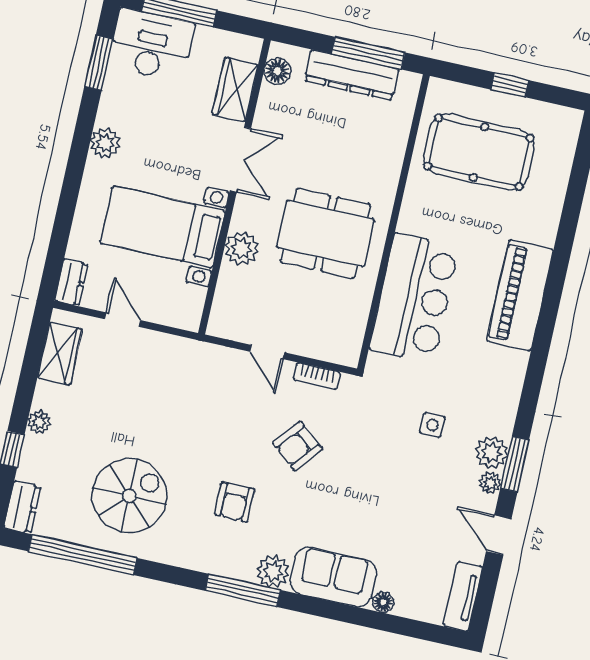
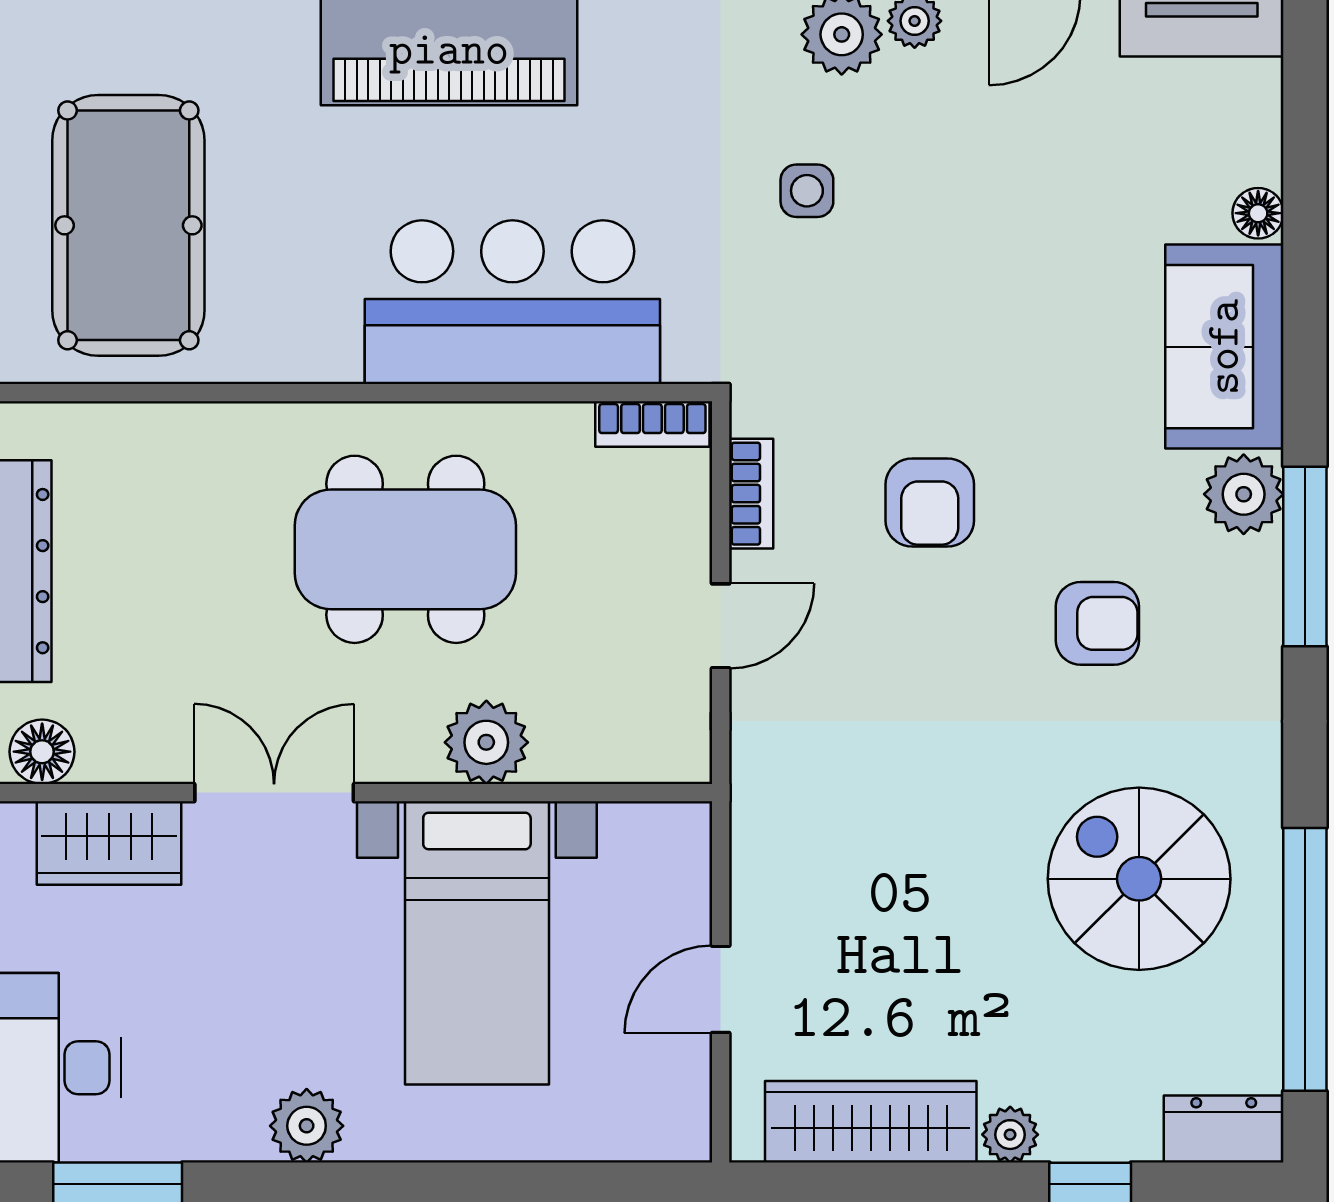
dining table: (325, 233) -> (405, 549), turned 90
dresser: (71, 282) -> (658, 1132), removed
bookcase: (353, 343) -> (652, 424), added
wardrobe: (60, 354) -> (871, 1122), width x1.50
armchair: (298, 446) -> (930, 502), turned 51

